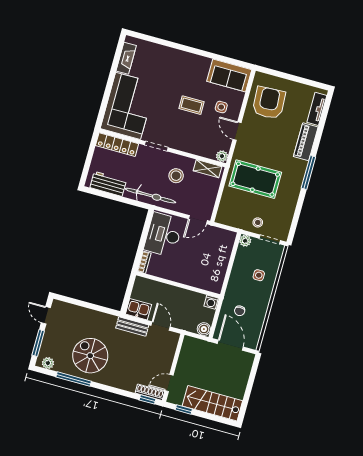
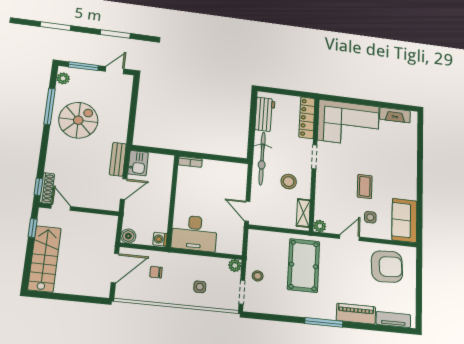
desk: (163, 235) -> (194, 233), moved, turned 180

